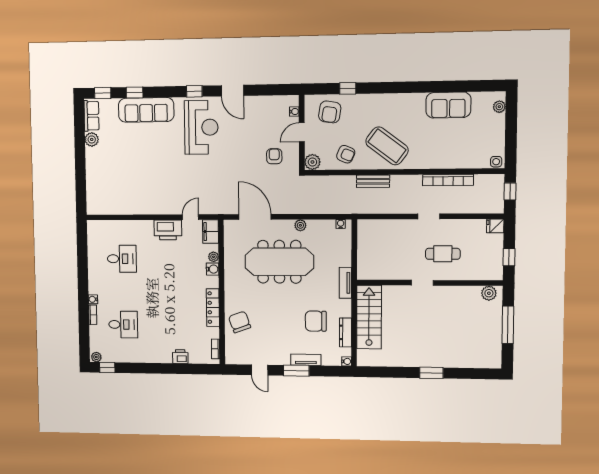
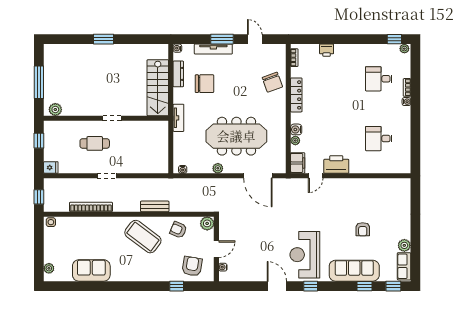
armchair: (274, 156) -> (363, 229), moved
tv unit: (306, 360) -> (213, 49), width x1.41

